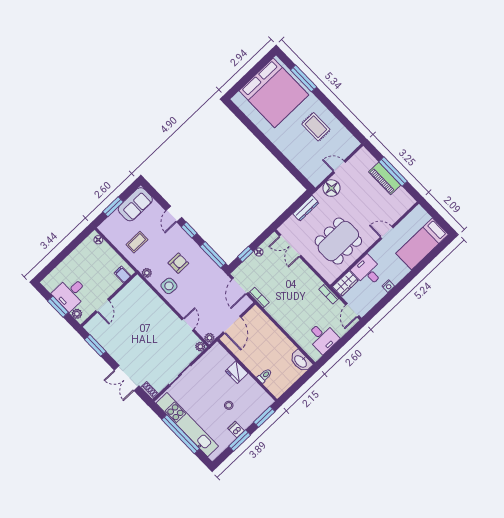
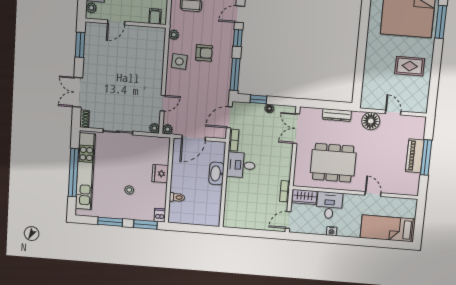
rug: (316, 127) -> (410, 66), turned 90
desk: (323, 337) -> (241, 165), moved, turned 90
washbasin: (301, 361) -> (216, 173), moved
dishwasher: (236, 430) -> (160, 215), moved

